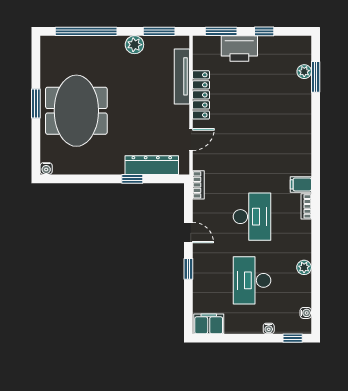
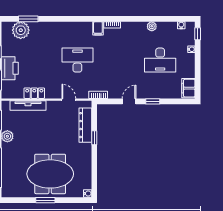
plant: (304, 72) -> (21, 30), width x1.87, depth x1.87
locker: (201, 95) -> (34, 93), width x0.66
desk: (252, 217) -> (77, 60), moved

